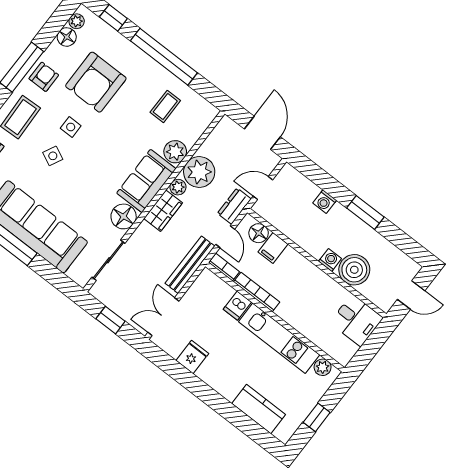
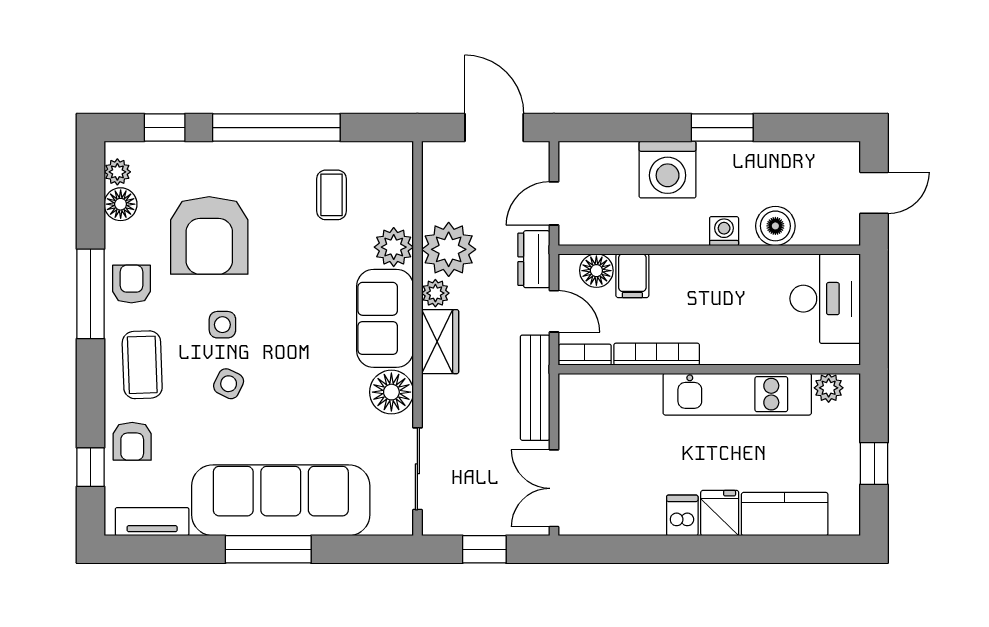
washing machine: (325, 202) -> (668, 170), width x1.89, depth x1.89
boiler: (354, 270) -> (775, 226), width x0.73, depth x0.73
dishwasher: (237, 306) -> (682, 515), moved, turned 180
desk: (356, 320) -> (825, 299), width x1.37
fridge: (192, 357) -> (720, 513), moved

